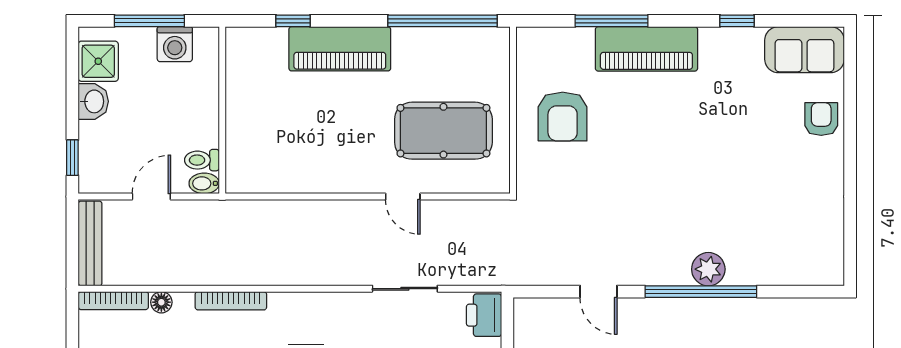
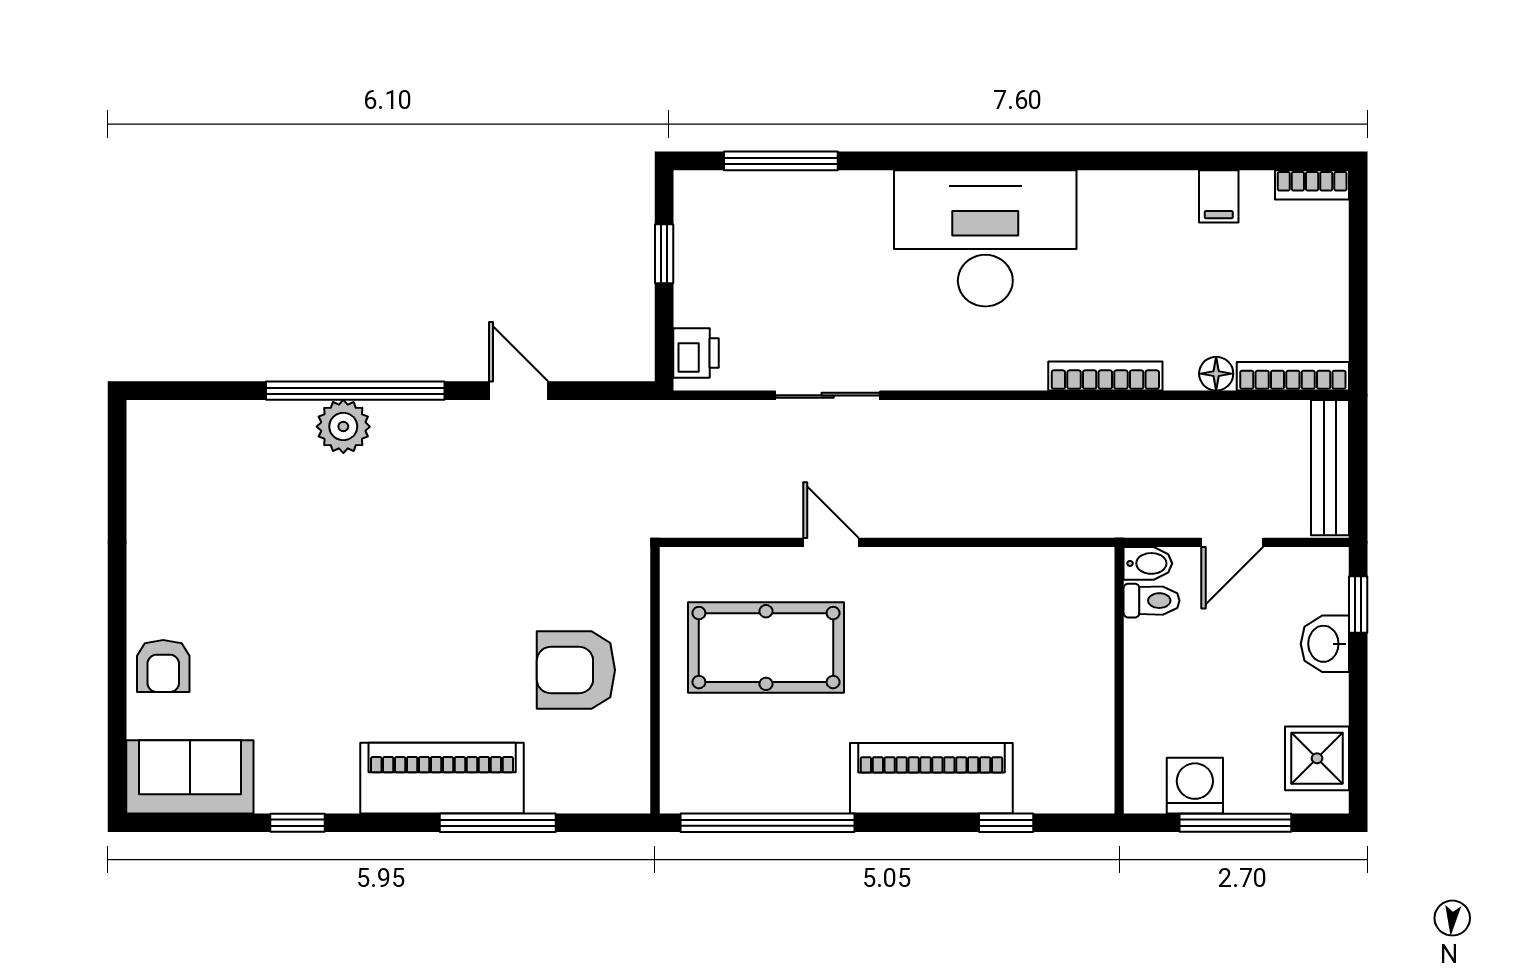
washbasin: (93, 101) -> (1325, 644), moved
armchair: (563, 117) -> (576, 670), turned -90
printer: (484, 315) -> (696, 353), width x0.73, depth x0.81

